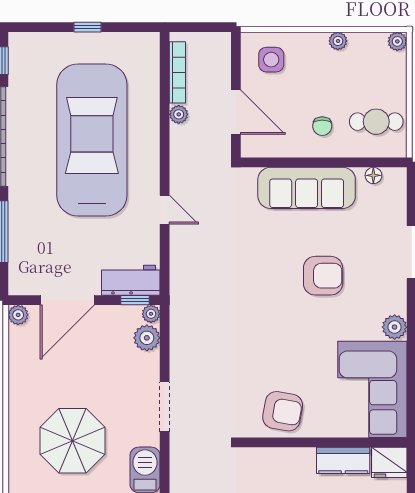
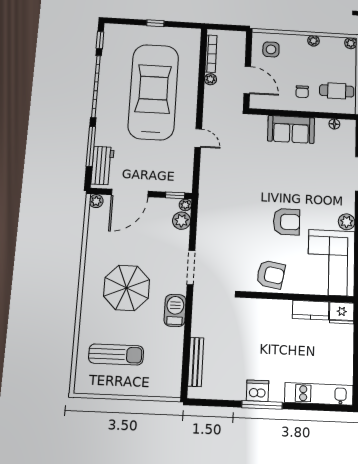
sofa: (307, 188) -> (291, 129), width x0.73
armchair: (323, 276) -> (286, 222), moved
workbench: (131, 280) -> (102, 166), moved, turned 90

